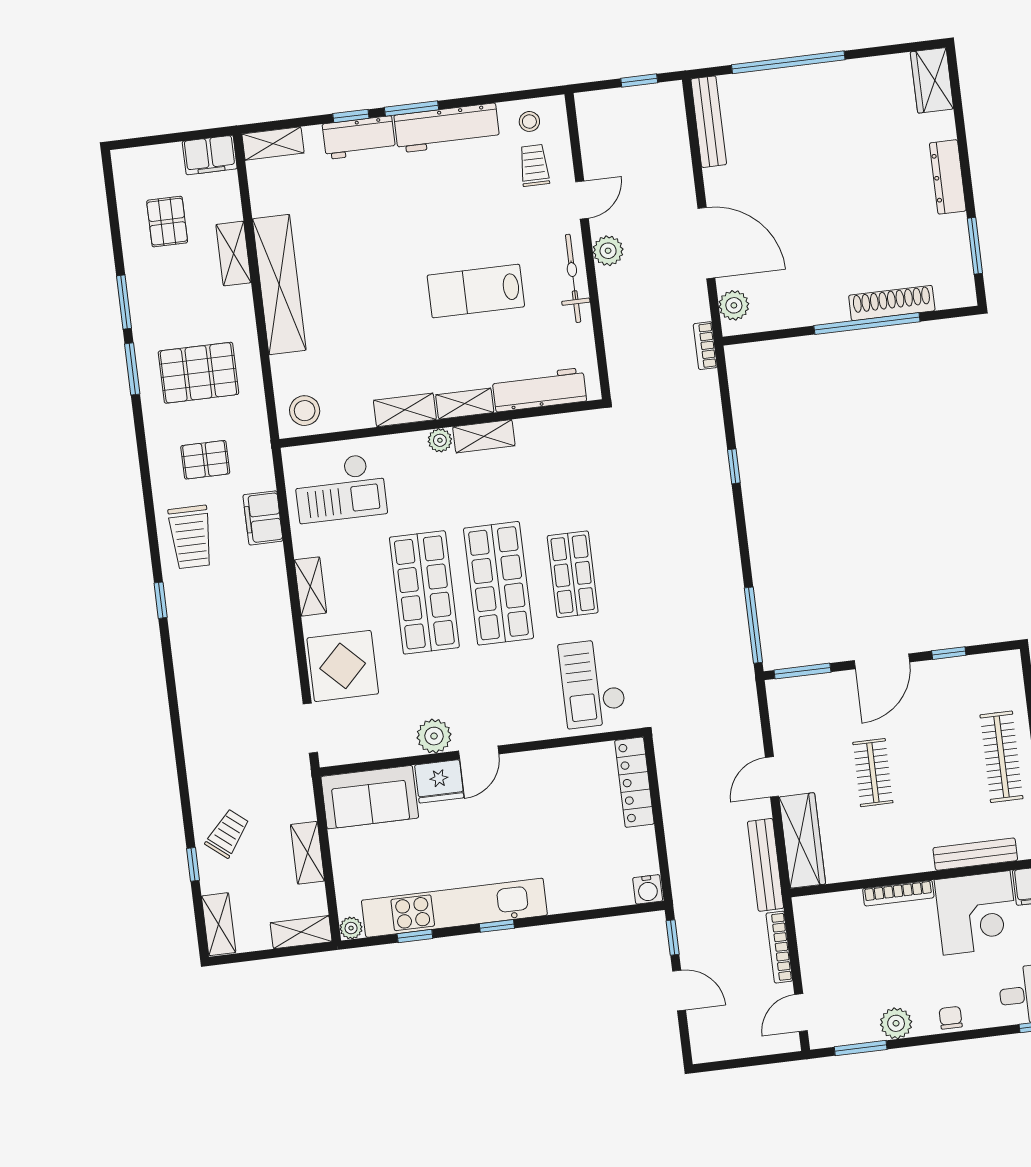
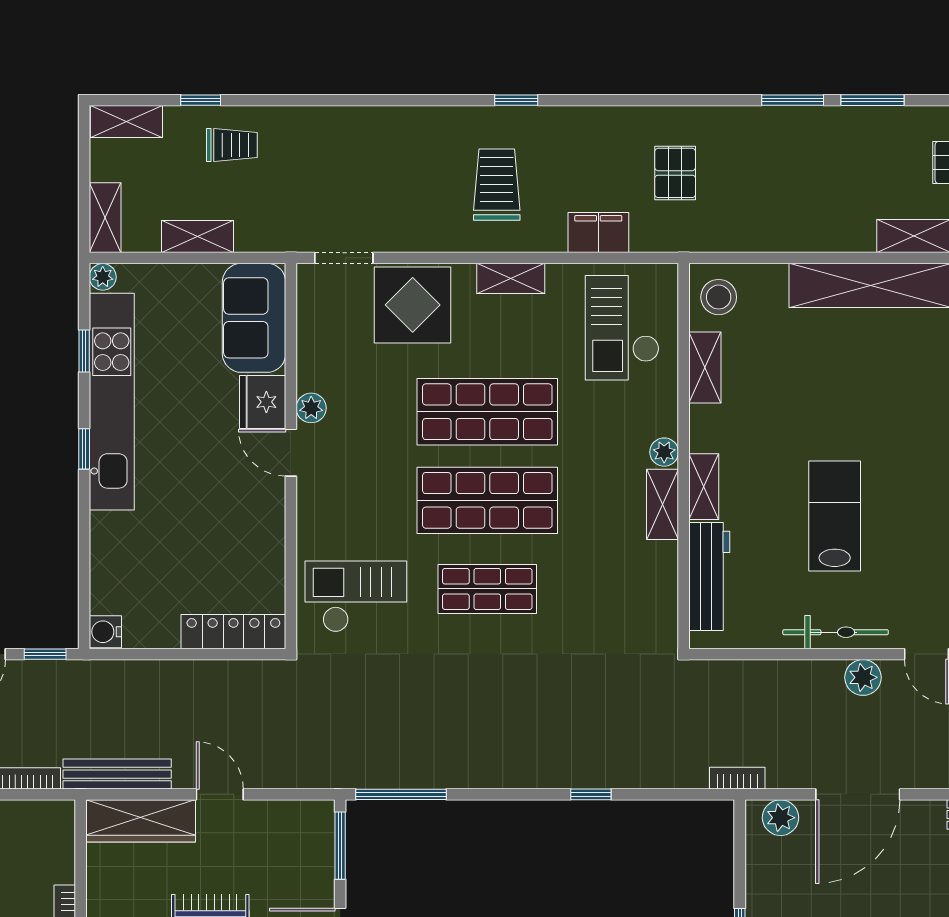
pallet: (198, 373) -> (779, 178), removed
shelving: (405, 410) -> (705, 368), moved
trolley: (191, 537) -> (497, 185), moved, turned 90
plant: (434, 736) -> (311, 408), width x0.73, depth x0.73
trolley: (227, 833) -> (232, 145), turned -39

